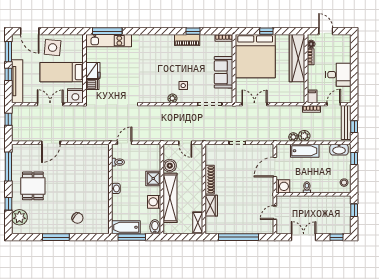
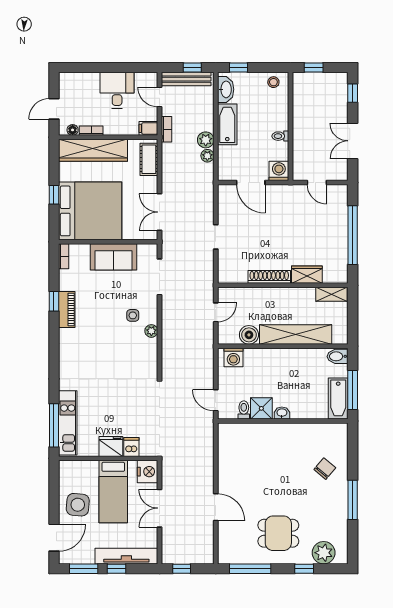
cot: (291, 97) -> (149, 159), added
bathtub: (305, 151) -> (227, 124), moved
shower: (153, 178) -> (261, 408), moved
washing machine: (154, 202) -> (233, 357), moved

